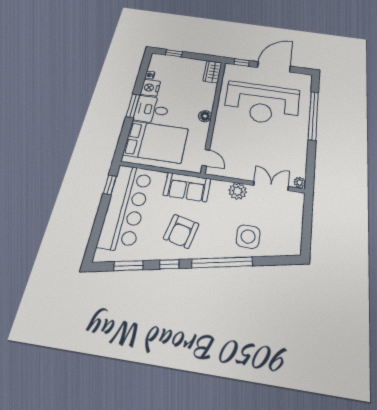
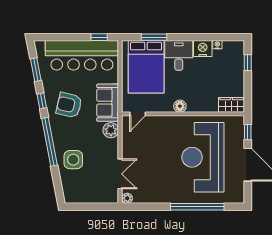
window: (133, 106) -> (154, 37), moved
plant: (238, 191) -> (111, 130), moved

